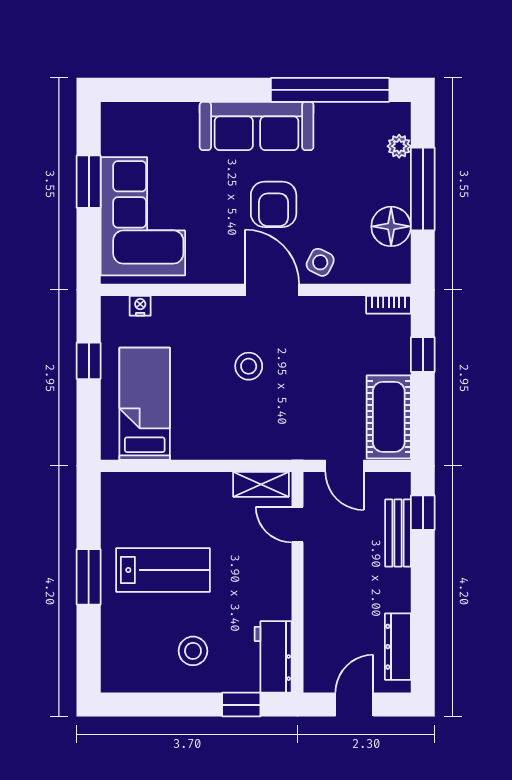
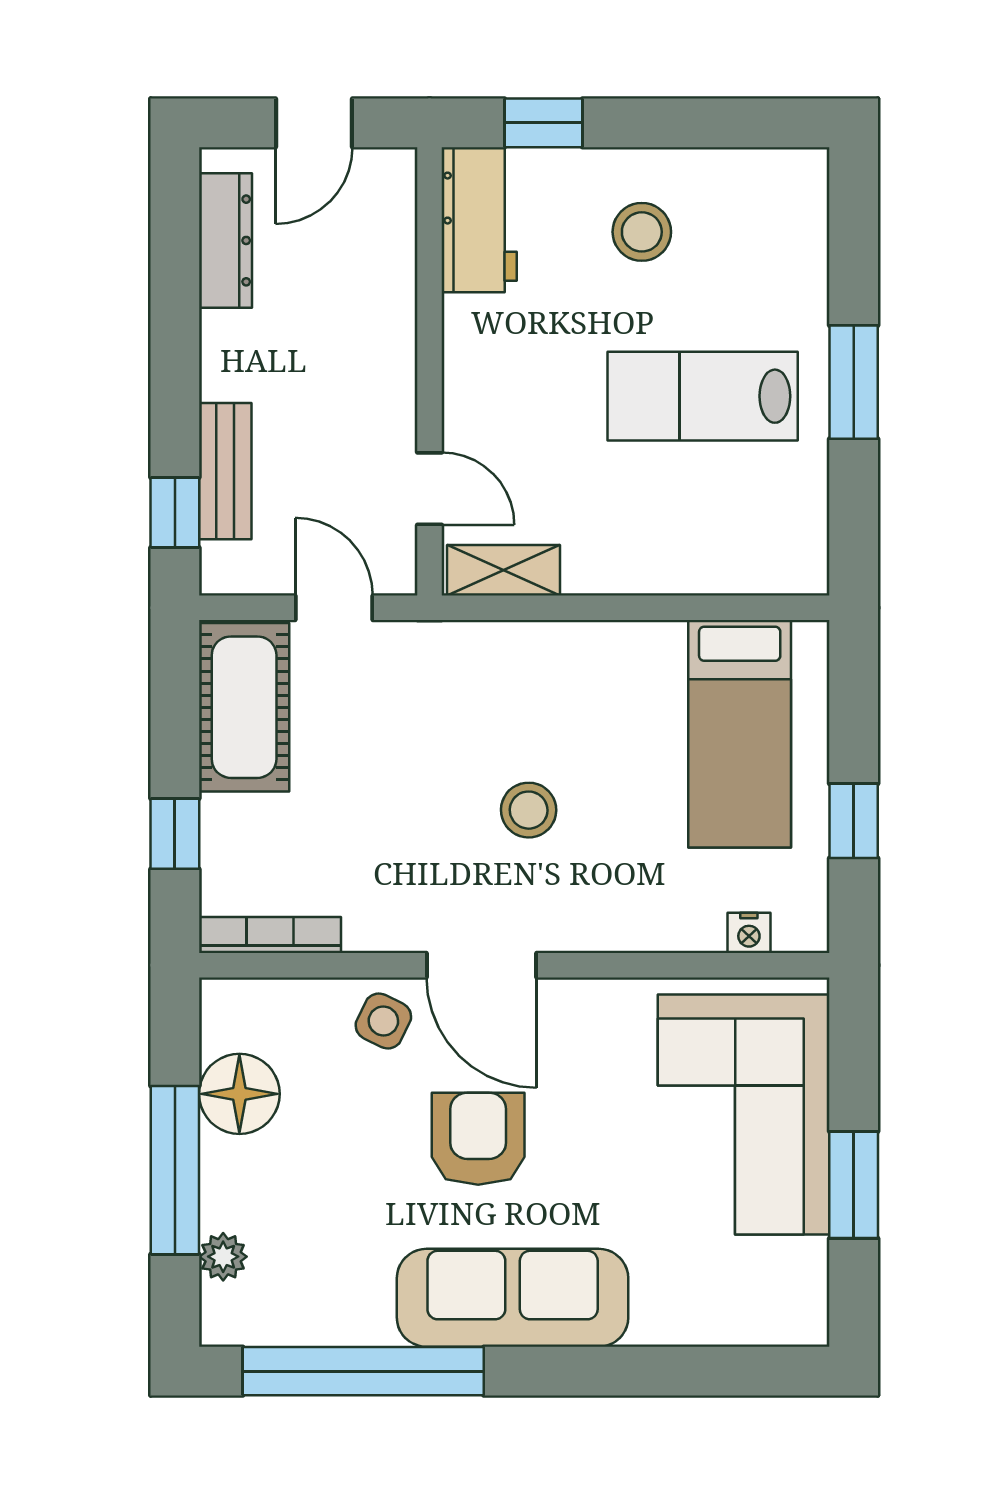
bookcase: (389, 305) -> (270, 935), width x1.56

